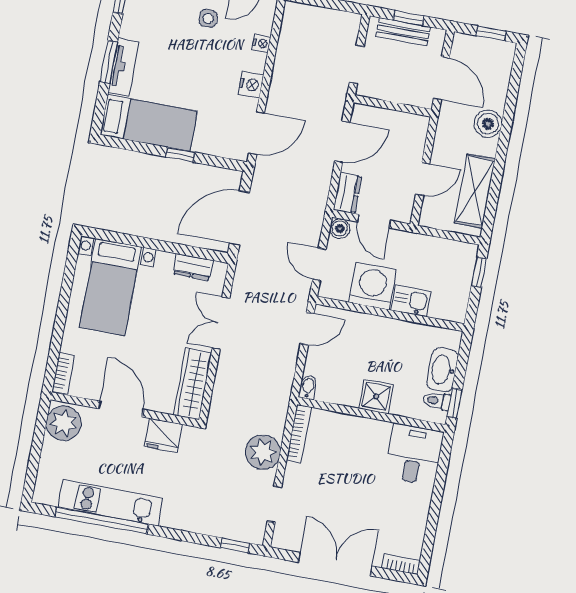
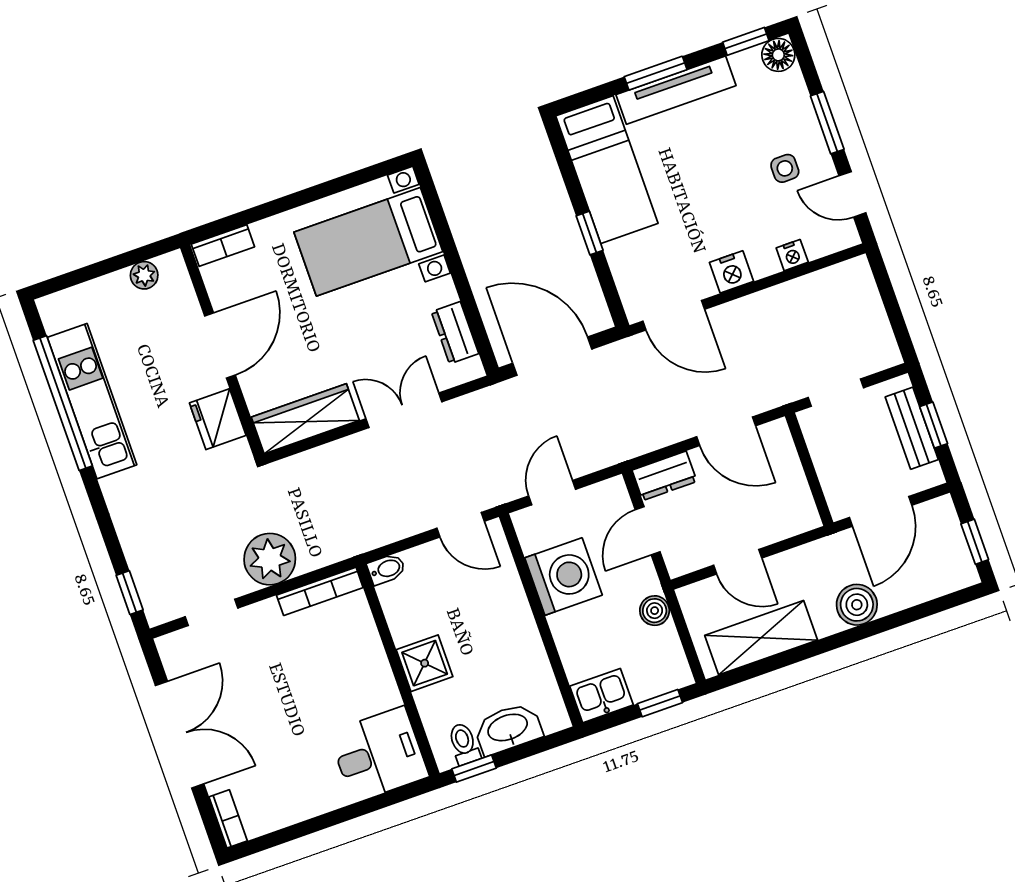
tv unit: (123, 67) -> (676, 90), width x1.41
boiler: (340, 229) -> (655, 611), moved
kitchen sink: (411, 301) -> (602, 696), moved, turned -90
plant: (64, 423) -> (144, 275), width x0.53, depth x0.53

